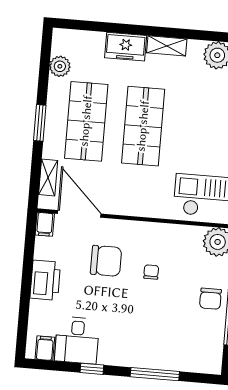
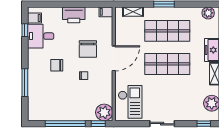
plant: (60, 66) -> (208, 13), moved
door: (79, 214) -> (114, 58), moved
chair: (210, 299) -> (57, 65), moved
window: (92, 369) -> (25, 30), moved

